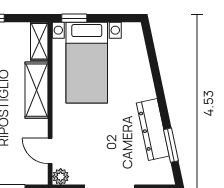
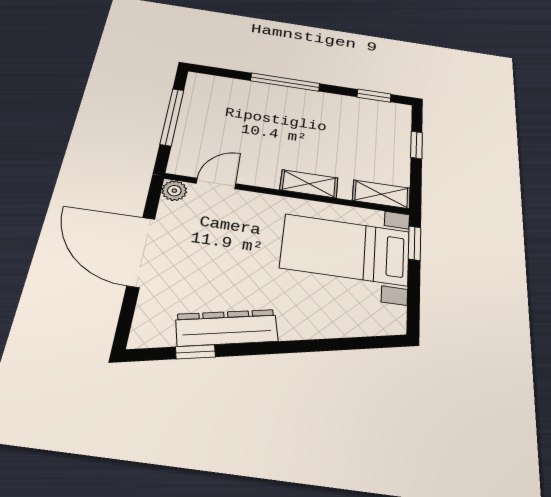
shelving: (37, 90) -> (309, 184), width x0.67, depth x0.75
window: (171, 145) -> (195, 352), width x0.67

